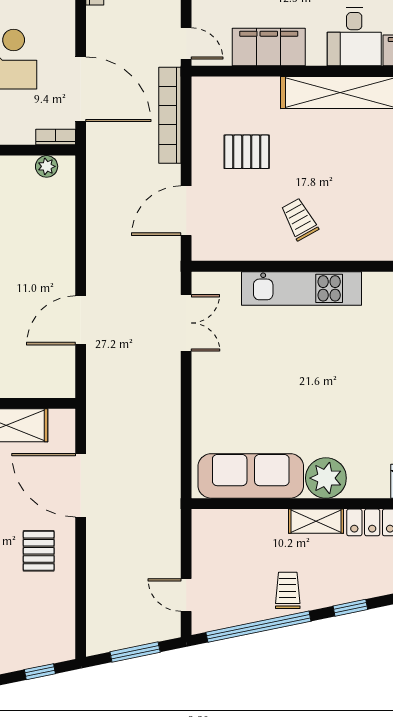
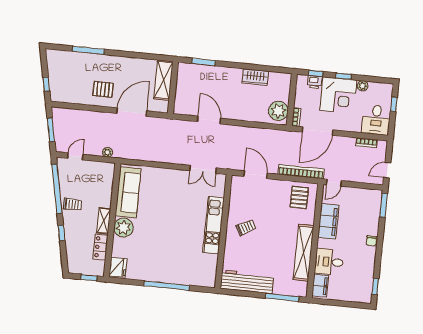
pallet: (247, 152) -> (299, 197), moved
plant: (47, 166) -> (278, 111), width x1.88, depth x1.88
plant: (170, 528) -> (108, 152), added

